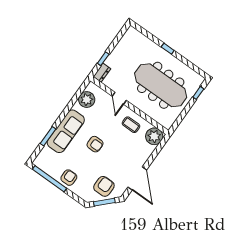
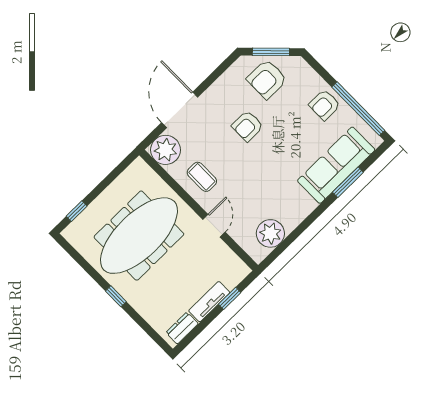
tv unit: (114, 55) -> (209, 302), added
dresser: (102, 73) -> (182, 328), moved
meeting table: (161, 85) -> (139, 236), turned 90
sofa: (66, 131) -> (336, 165), moved
armchair: (95, 144) -> (248, 126), moved, turned -90
door: (137, 178) -> (180, 110), moved

